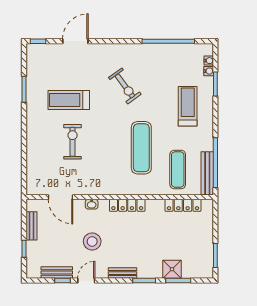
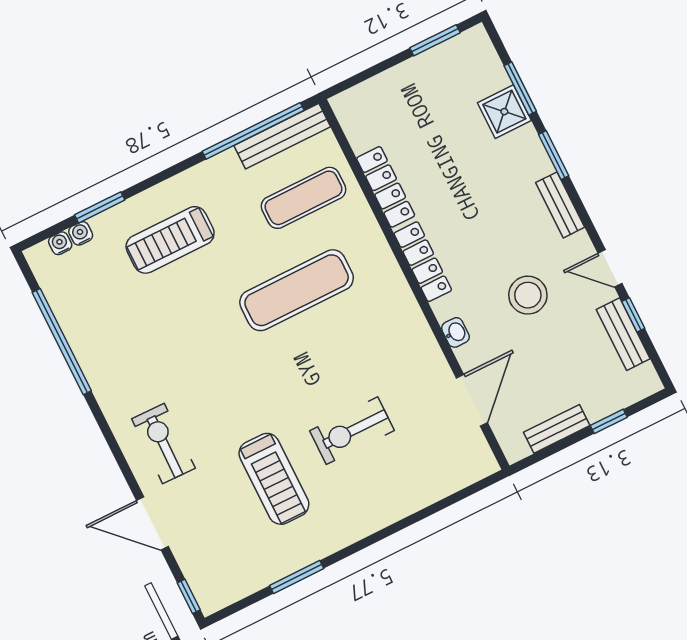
exercise bike: (125, 86) -> (163, 444), moved, turned -53
locker: (183, 205) -> (386, 187), moved

